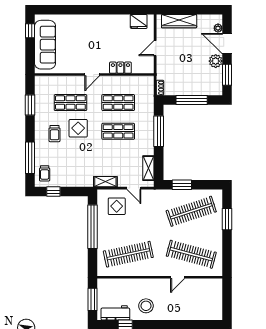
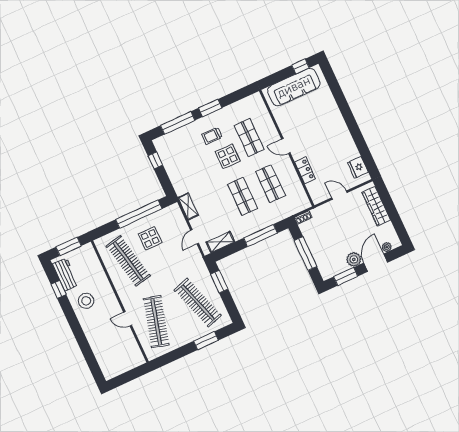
window: (30, 105) -> (210, 108), moved
trolley: (45, 173) -> (169, 144), removed
display table: (117, 206) -> (150, 238), moved

